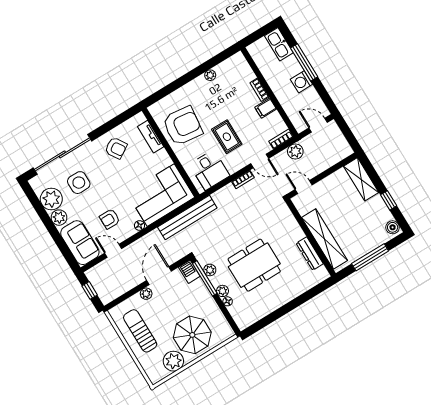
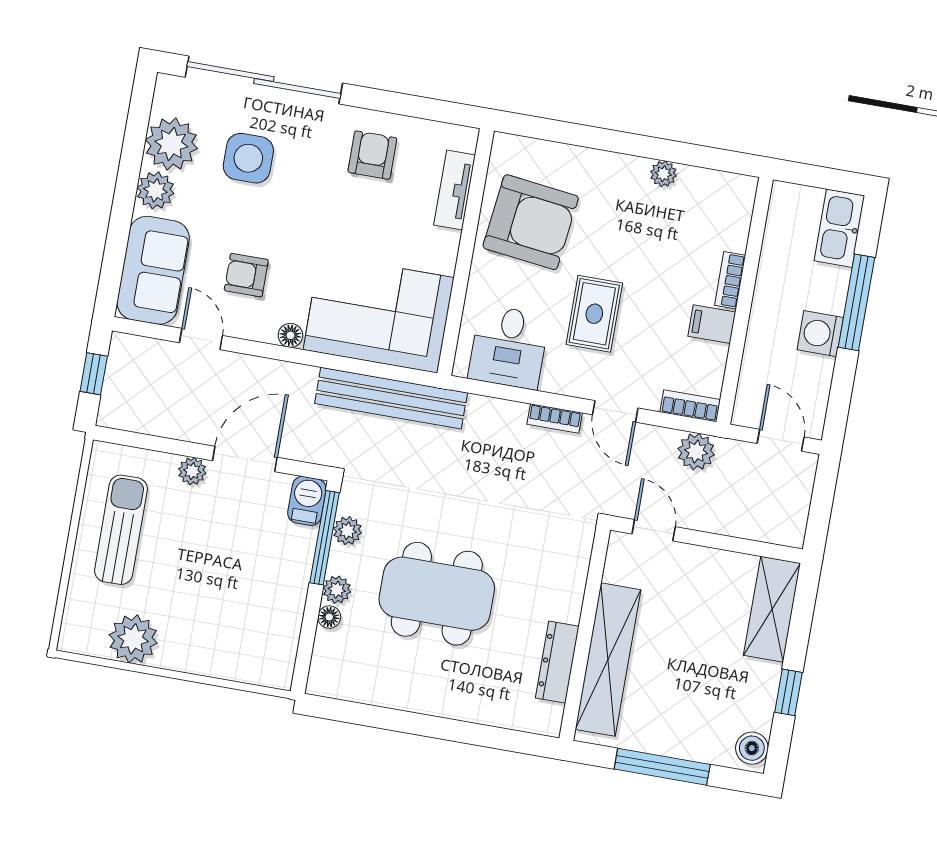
armchair: (116, 148) -> (372, 155), turned -148
parasol: (192, 335) -> (210, 622), removed

